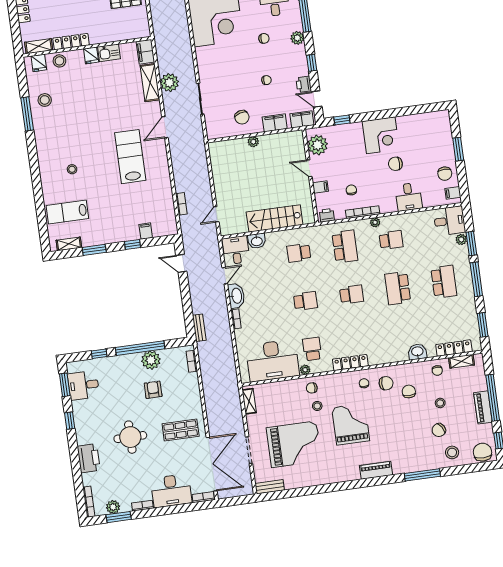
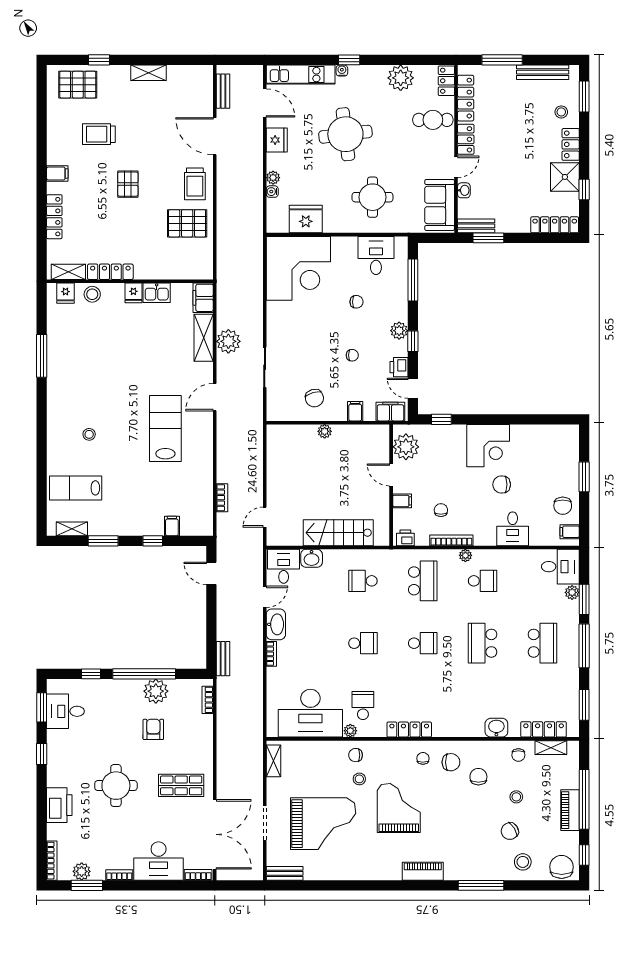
plant: (297, 38) -> (399, 331), moved
stool: (45, 100) -> (66, 341), removed
filing cabinet: (275, 123) -> (355, 411), width x0.50

